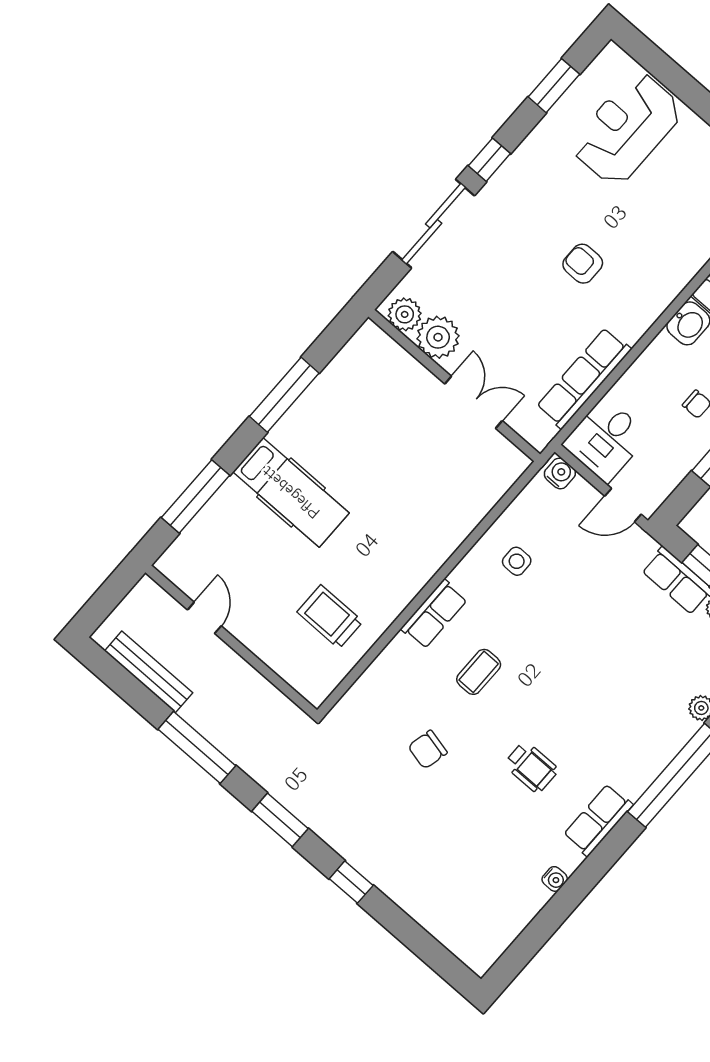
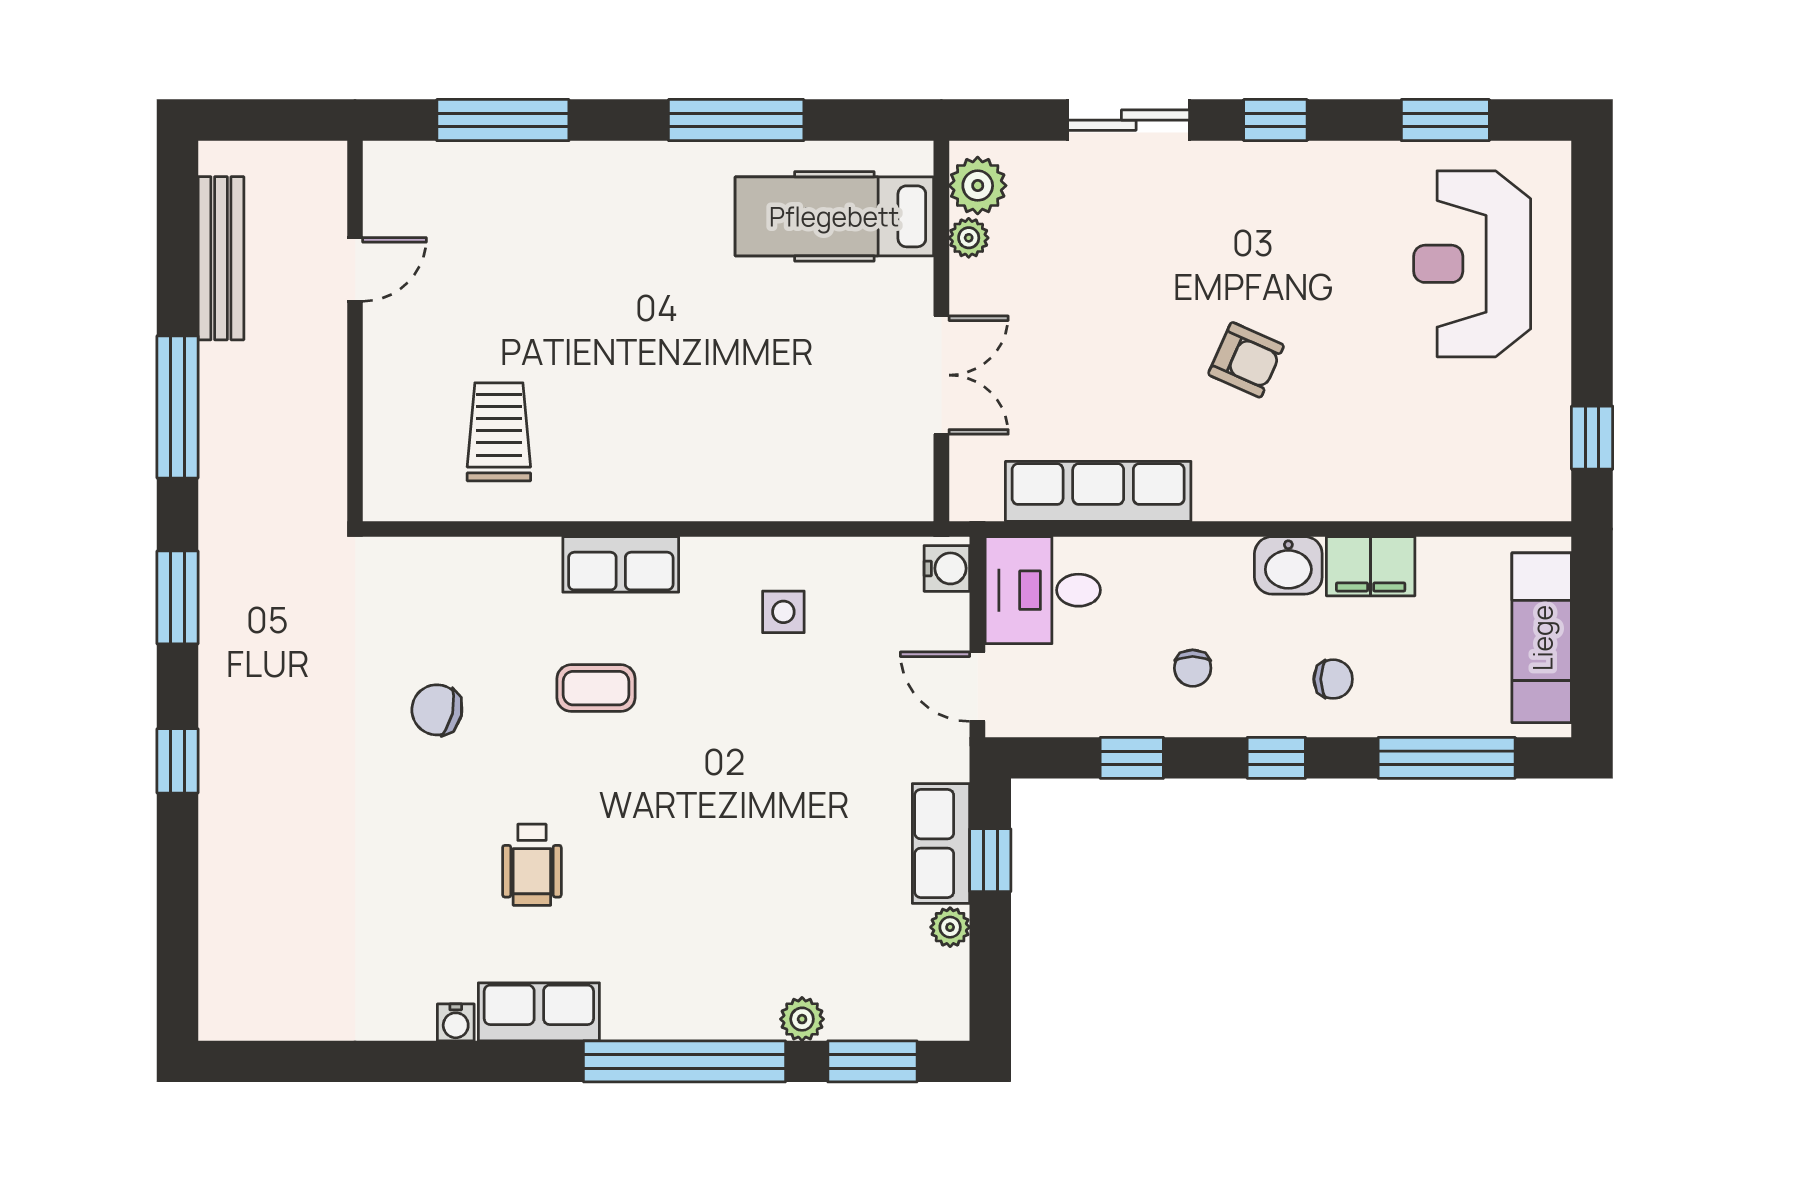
reception desk: (627, 129) -> (1472, 264), turned -90
sliding door: (434, 224) -> (1129, 120), width x0.73
armchair: (583, 264) -> (1246, 360), turned 114
plant: (438, 337) -> (969, 238), width x0.53, depth x0.53
hospital bed: (291, 492) -> (834, 216), moved, turned 90
water cooler: (555, 879) -> (456, 1022), moved

